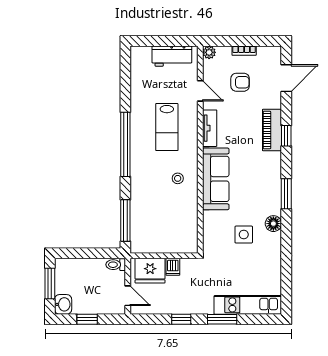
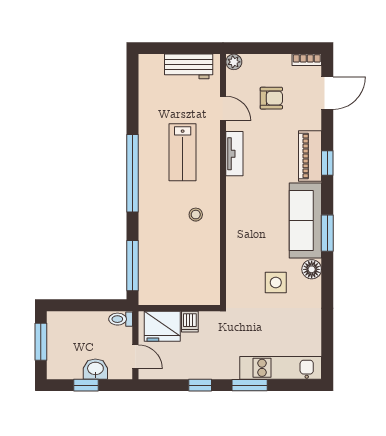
bookcase: (244, 51) -> (307, 60), moved
sofa: (216, 179) -> (305, 220), moved, turned 180
washbasin: (63, 304) -> (95, 369), moved, turned -90

